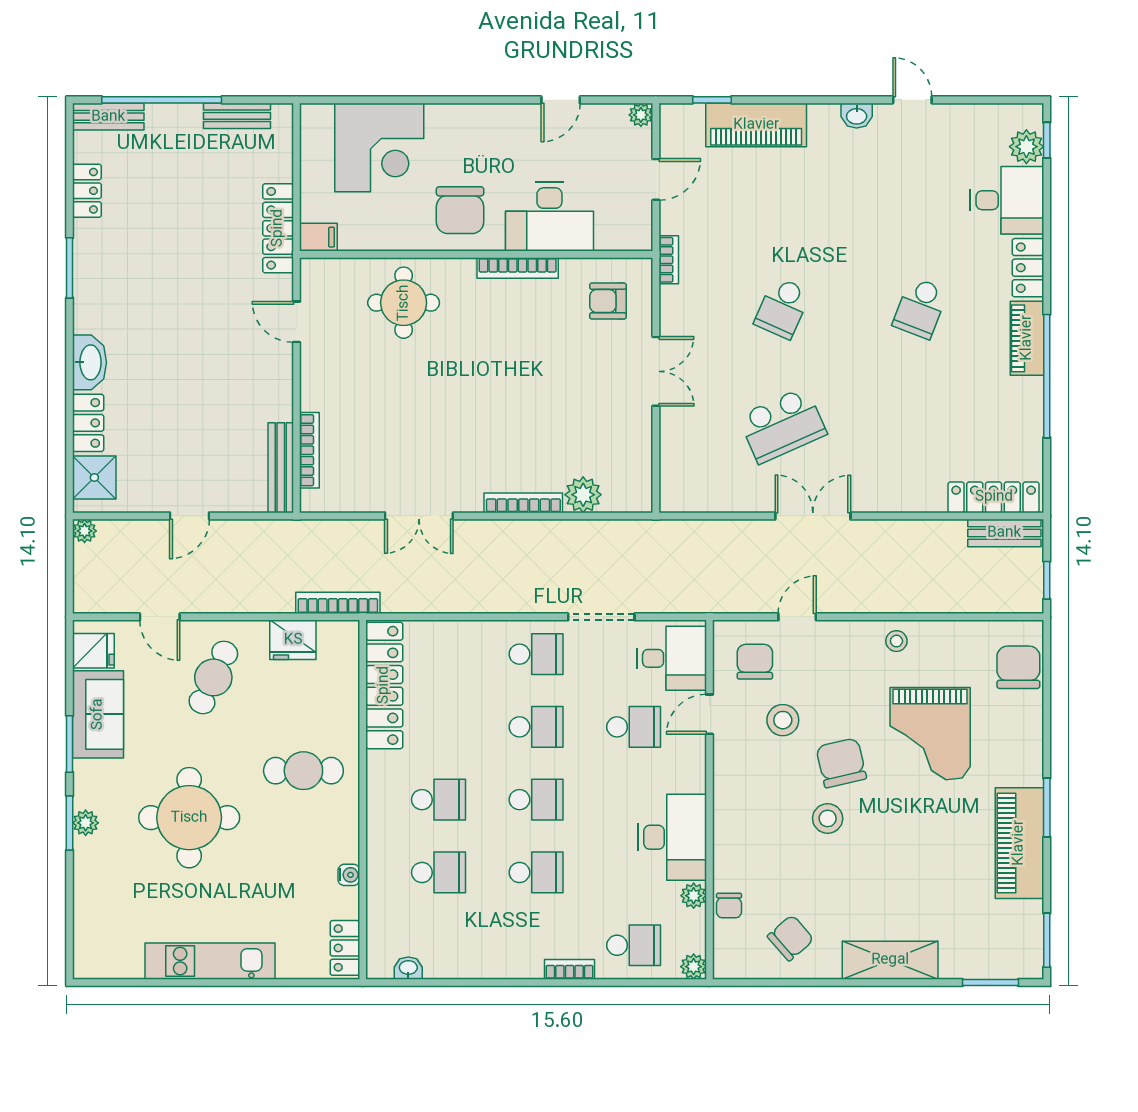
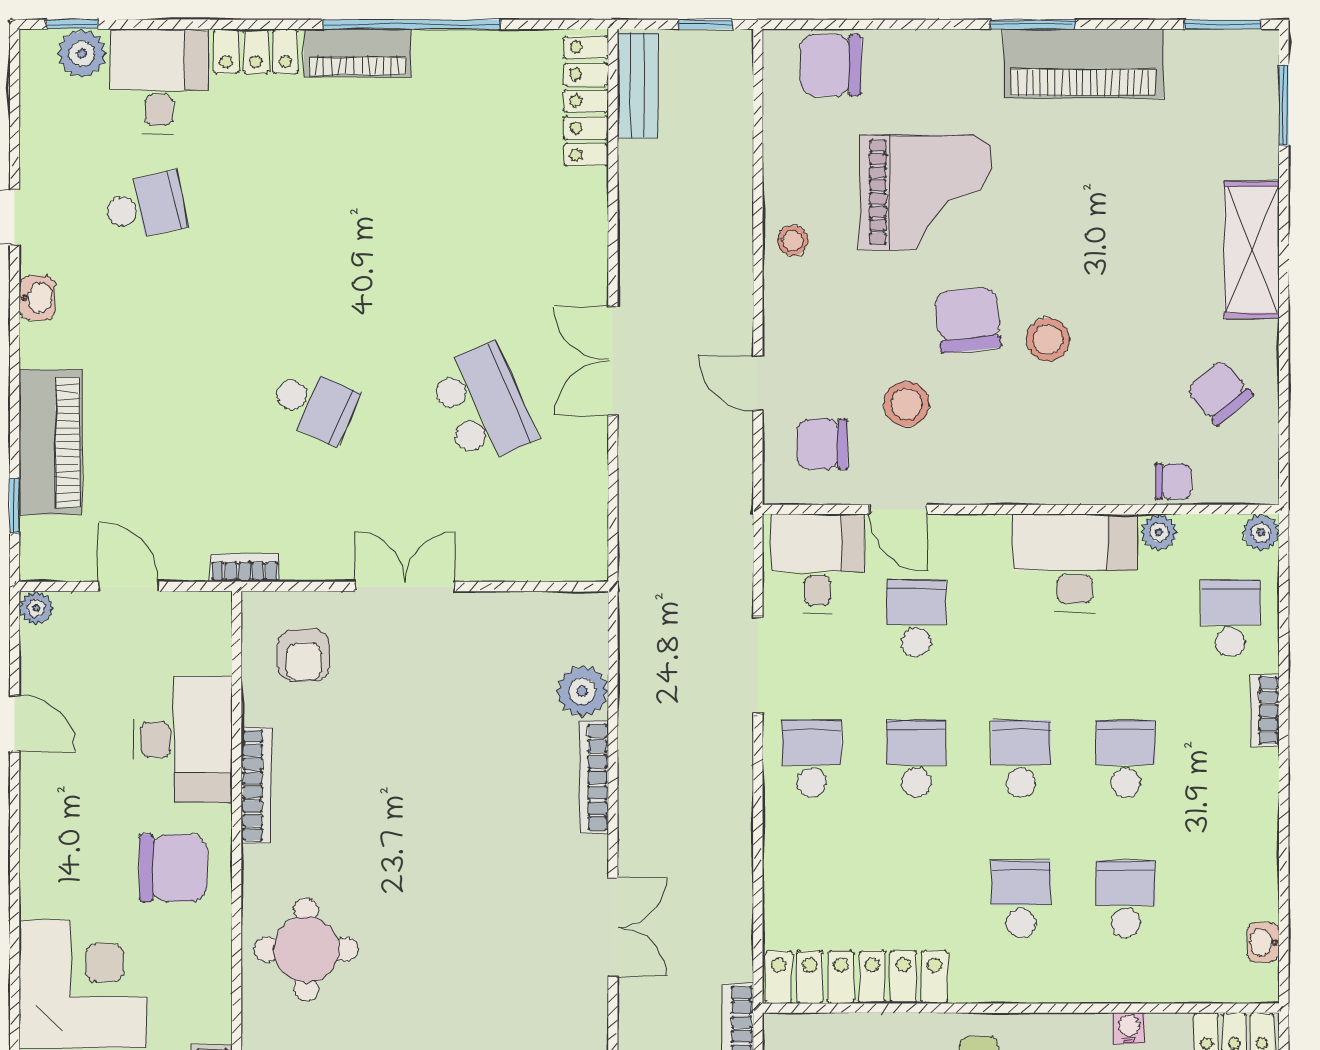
school desk: (920, 308) -> (145, 206), moved, turned -33
chair: (841, 763) -> (968, 320), turned 97

